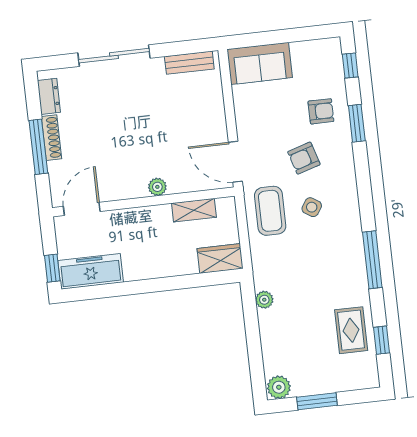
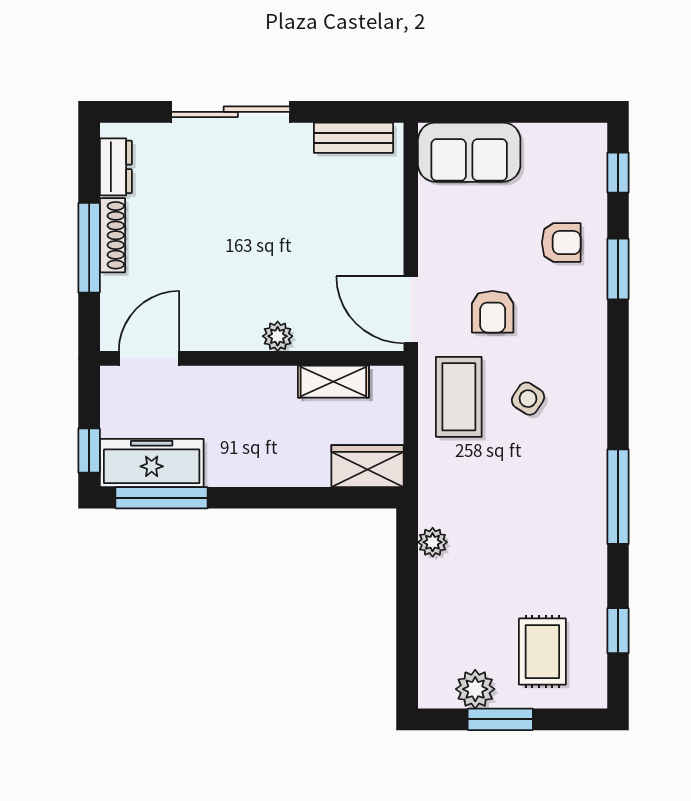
armchair: (304, 158) -> (493, 312), moved, turned -73
window: (99, 292) -> (162, 498), added
rug: (351, 330) -> (542, 652), moved
plant: (279, 387) -> (475, 689), moved

